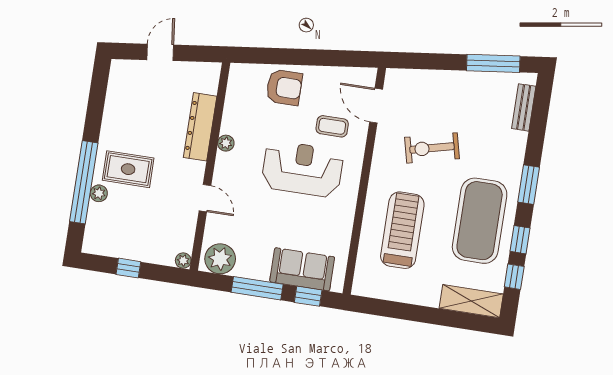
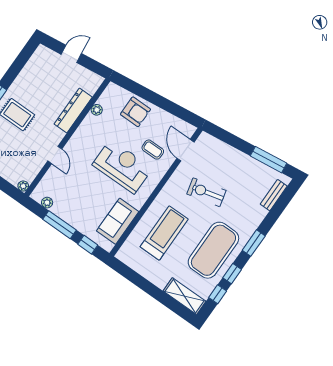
plant: (226, 143) -> (97, 110), moved
plant: (220, 259) -> (47, 203), width x0.53, depth x0.53
sofa: (302, 269) -> (118, 221), moved, turned -90

